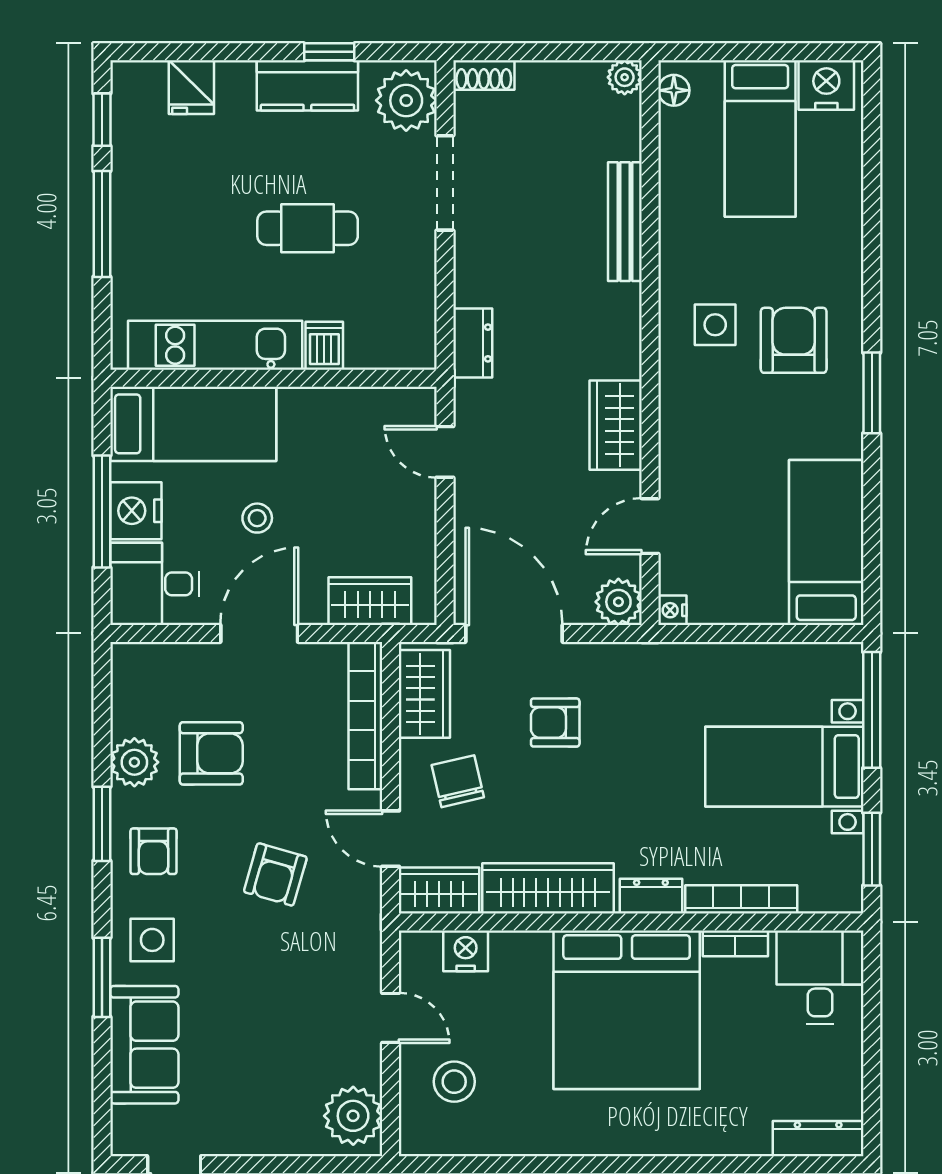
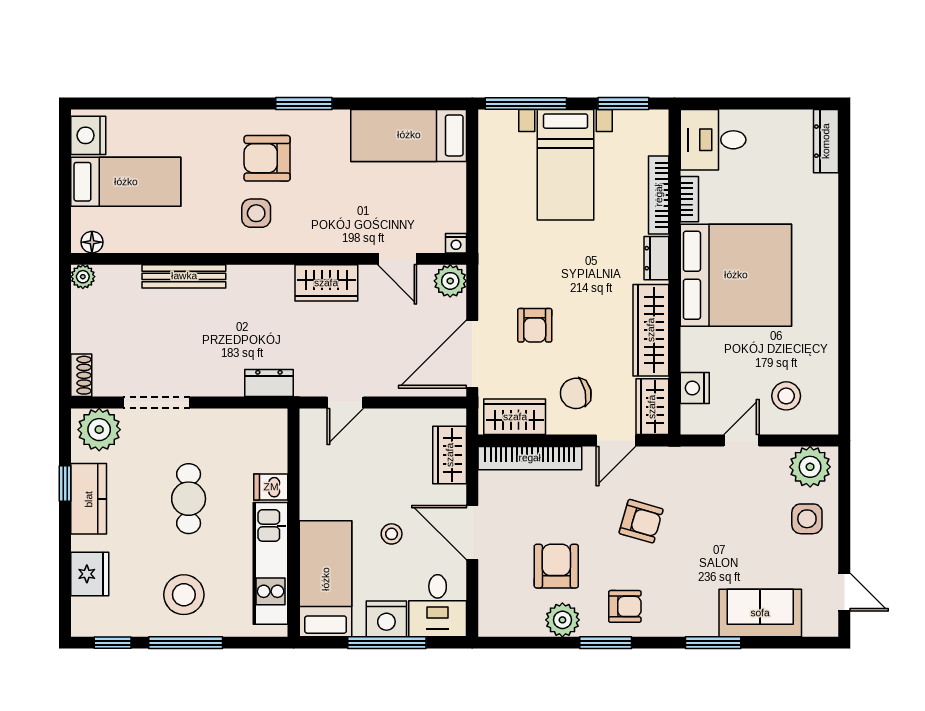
fridge: (191, 87) -> (90, 574), width x1.38
stool: (170, 221) -> (184, 595), added
side table: (152, 940) -> (807, 519), moved

